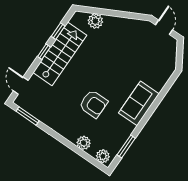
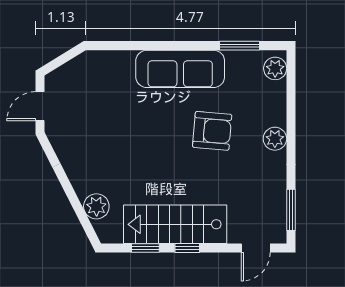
sofa: (139, 103) -> (180, 69), width x1.36
armchair: (93, 104) -> (212, 131), turned 95
plant: (84, 143) -> (275, 139), moved

